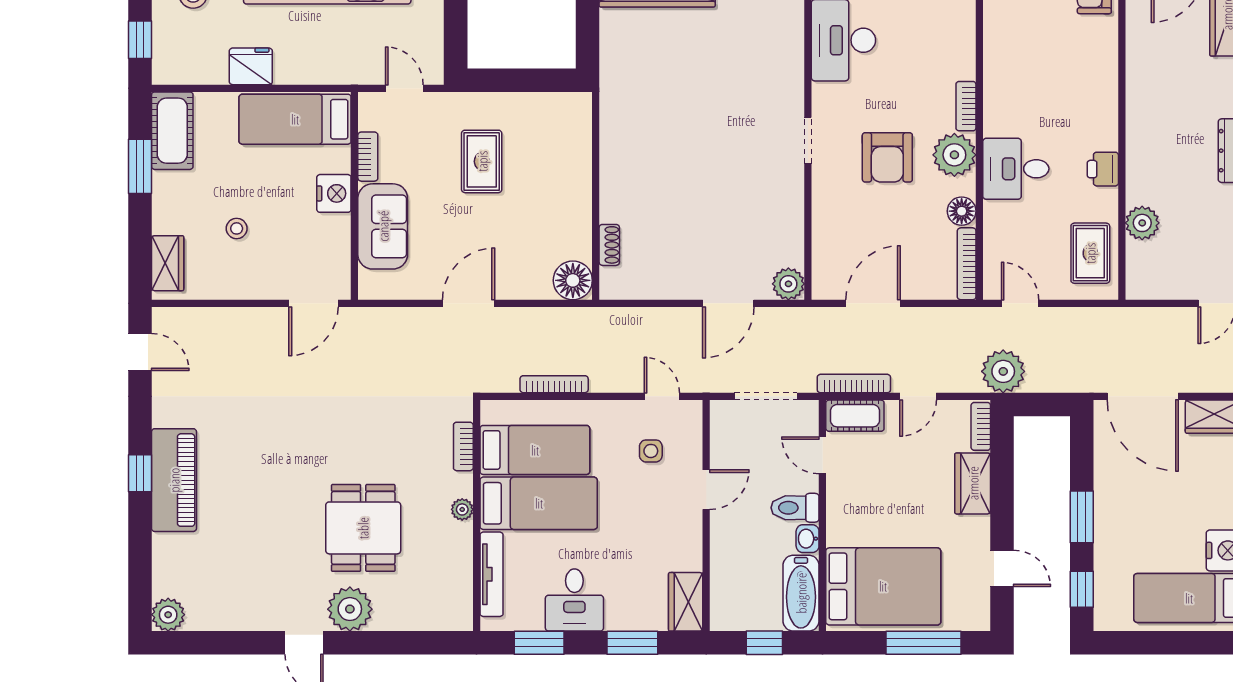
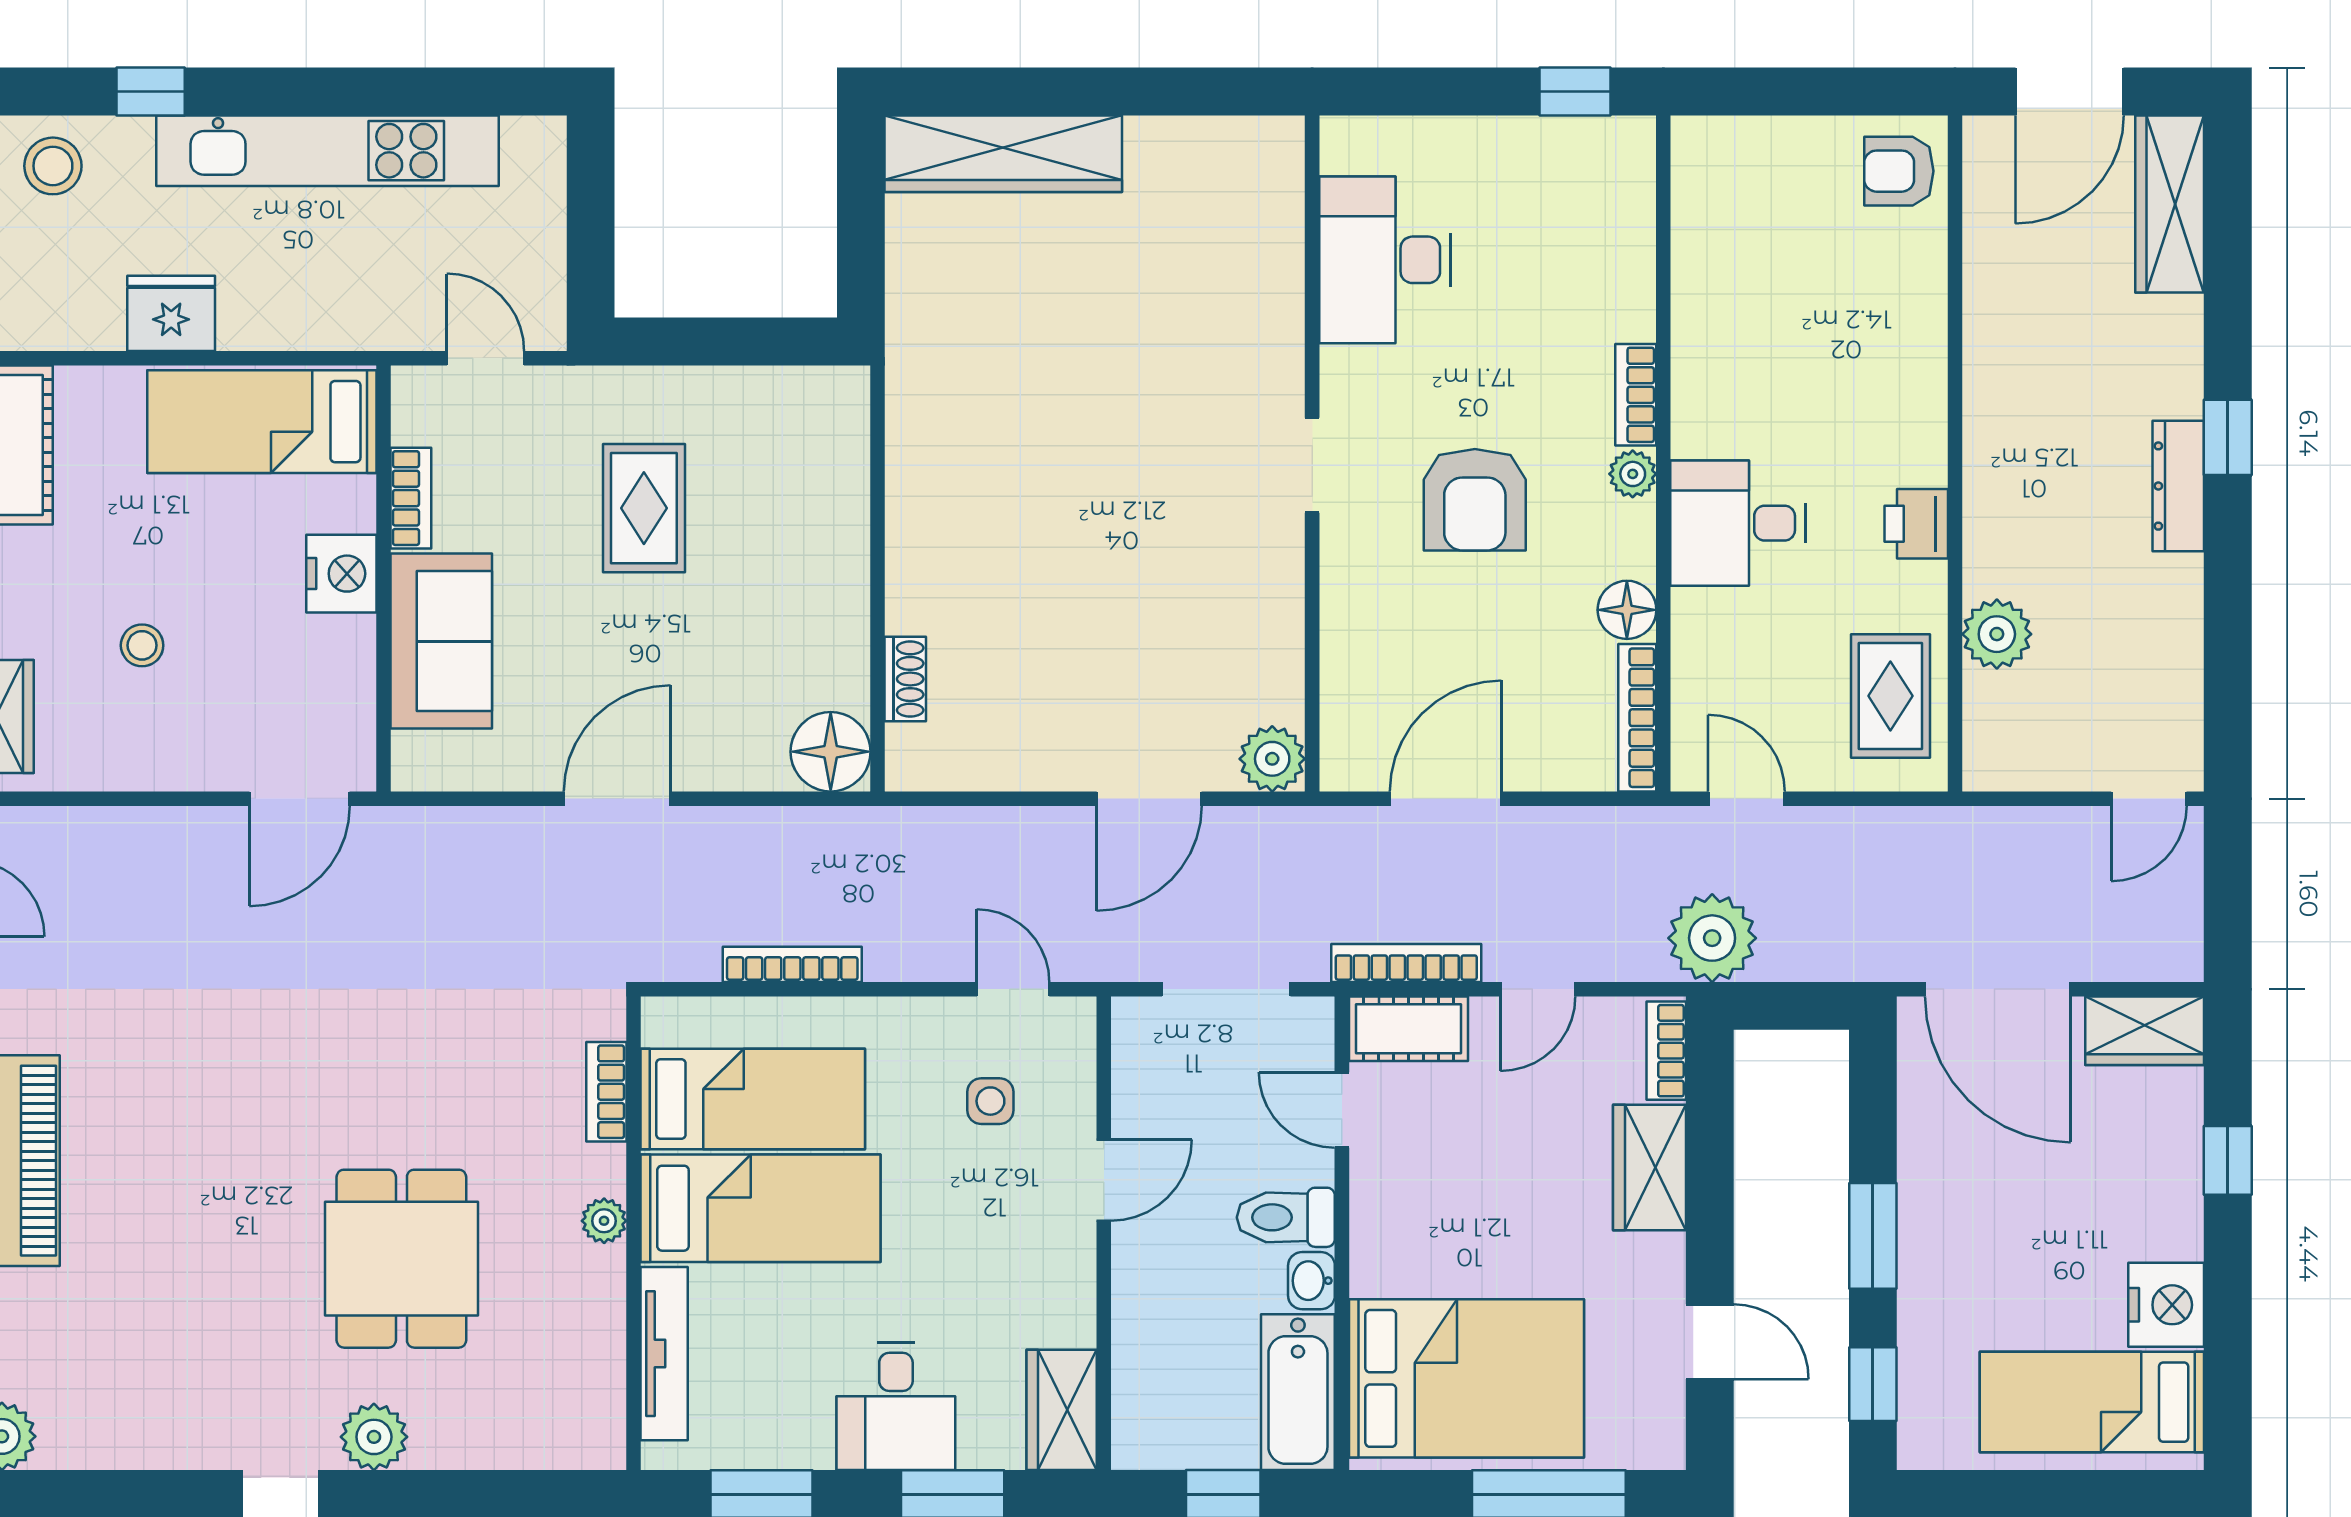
plant: (954, 155) -> (1633, 474), width x0.53, depth x0.53
desk: (574, 600) -> (896, 1406), moved
plant: (350, 609) -> (374, 1437), width x0.73, depth x0.73

